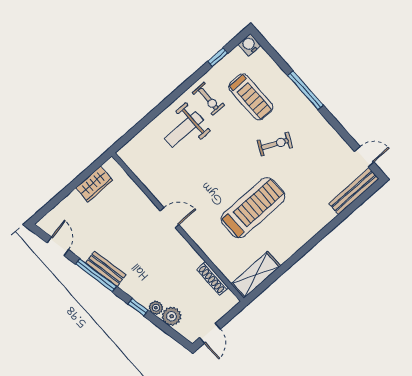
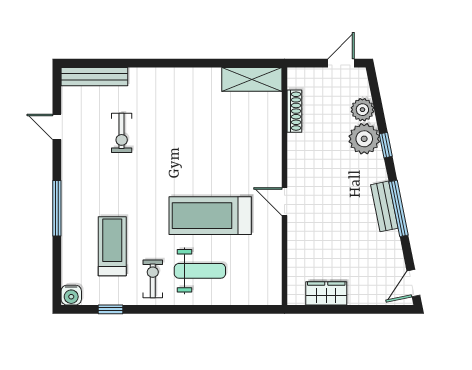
exercise bike: (275, 144) -> (122, 133), moved, turned -116
door: (364, 157) -> (57, 127), moved
treadmill: (253, 208) -> (210, 216), moved
door: (58, 246) -> (413, 283), moved
plant: (156, 308) -> (364, 139), width x1.87, depth x1.87

